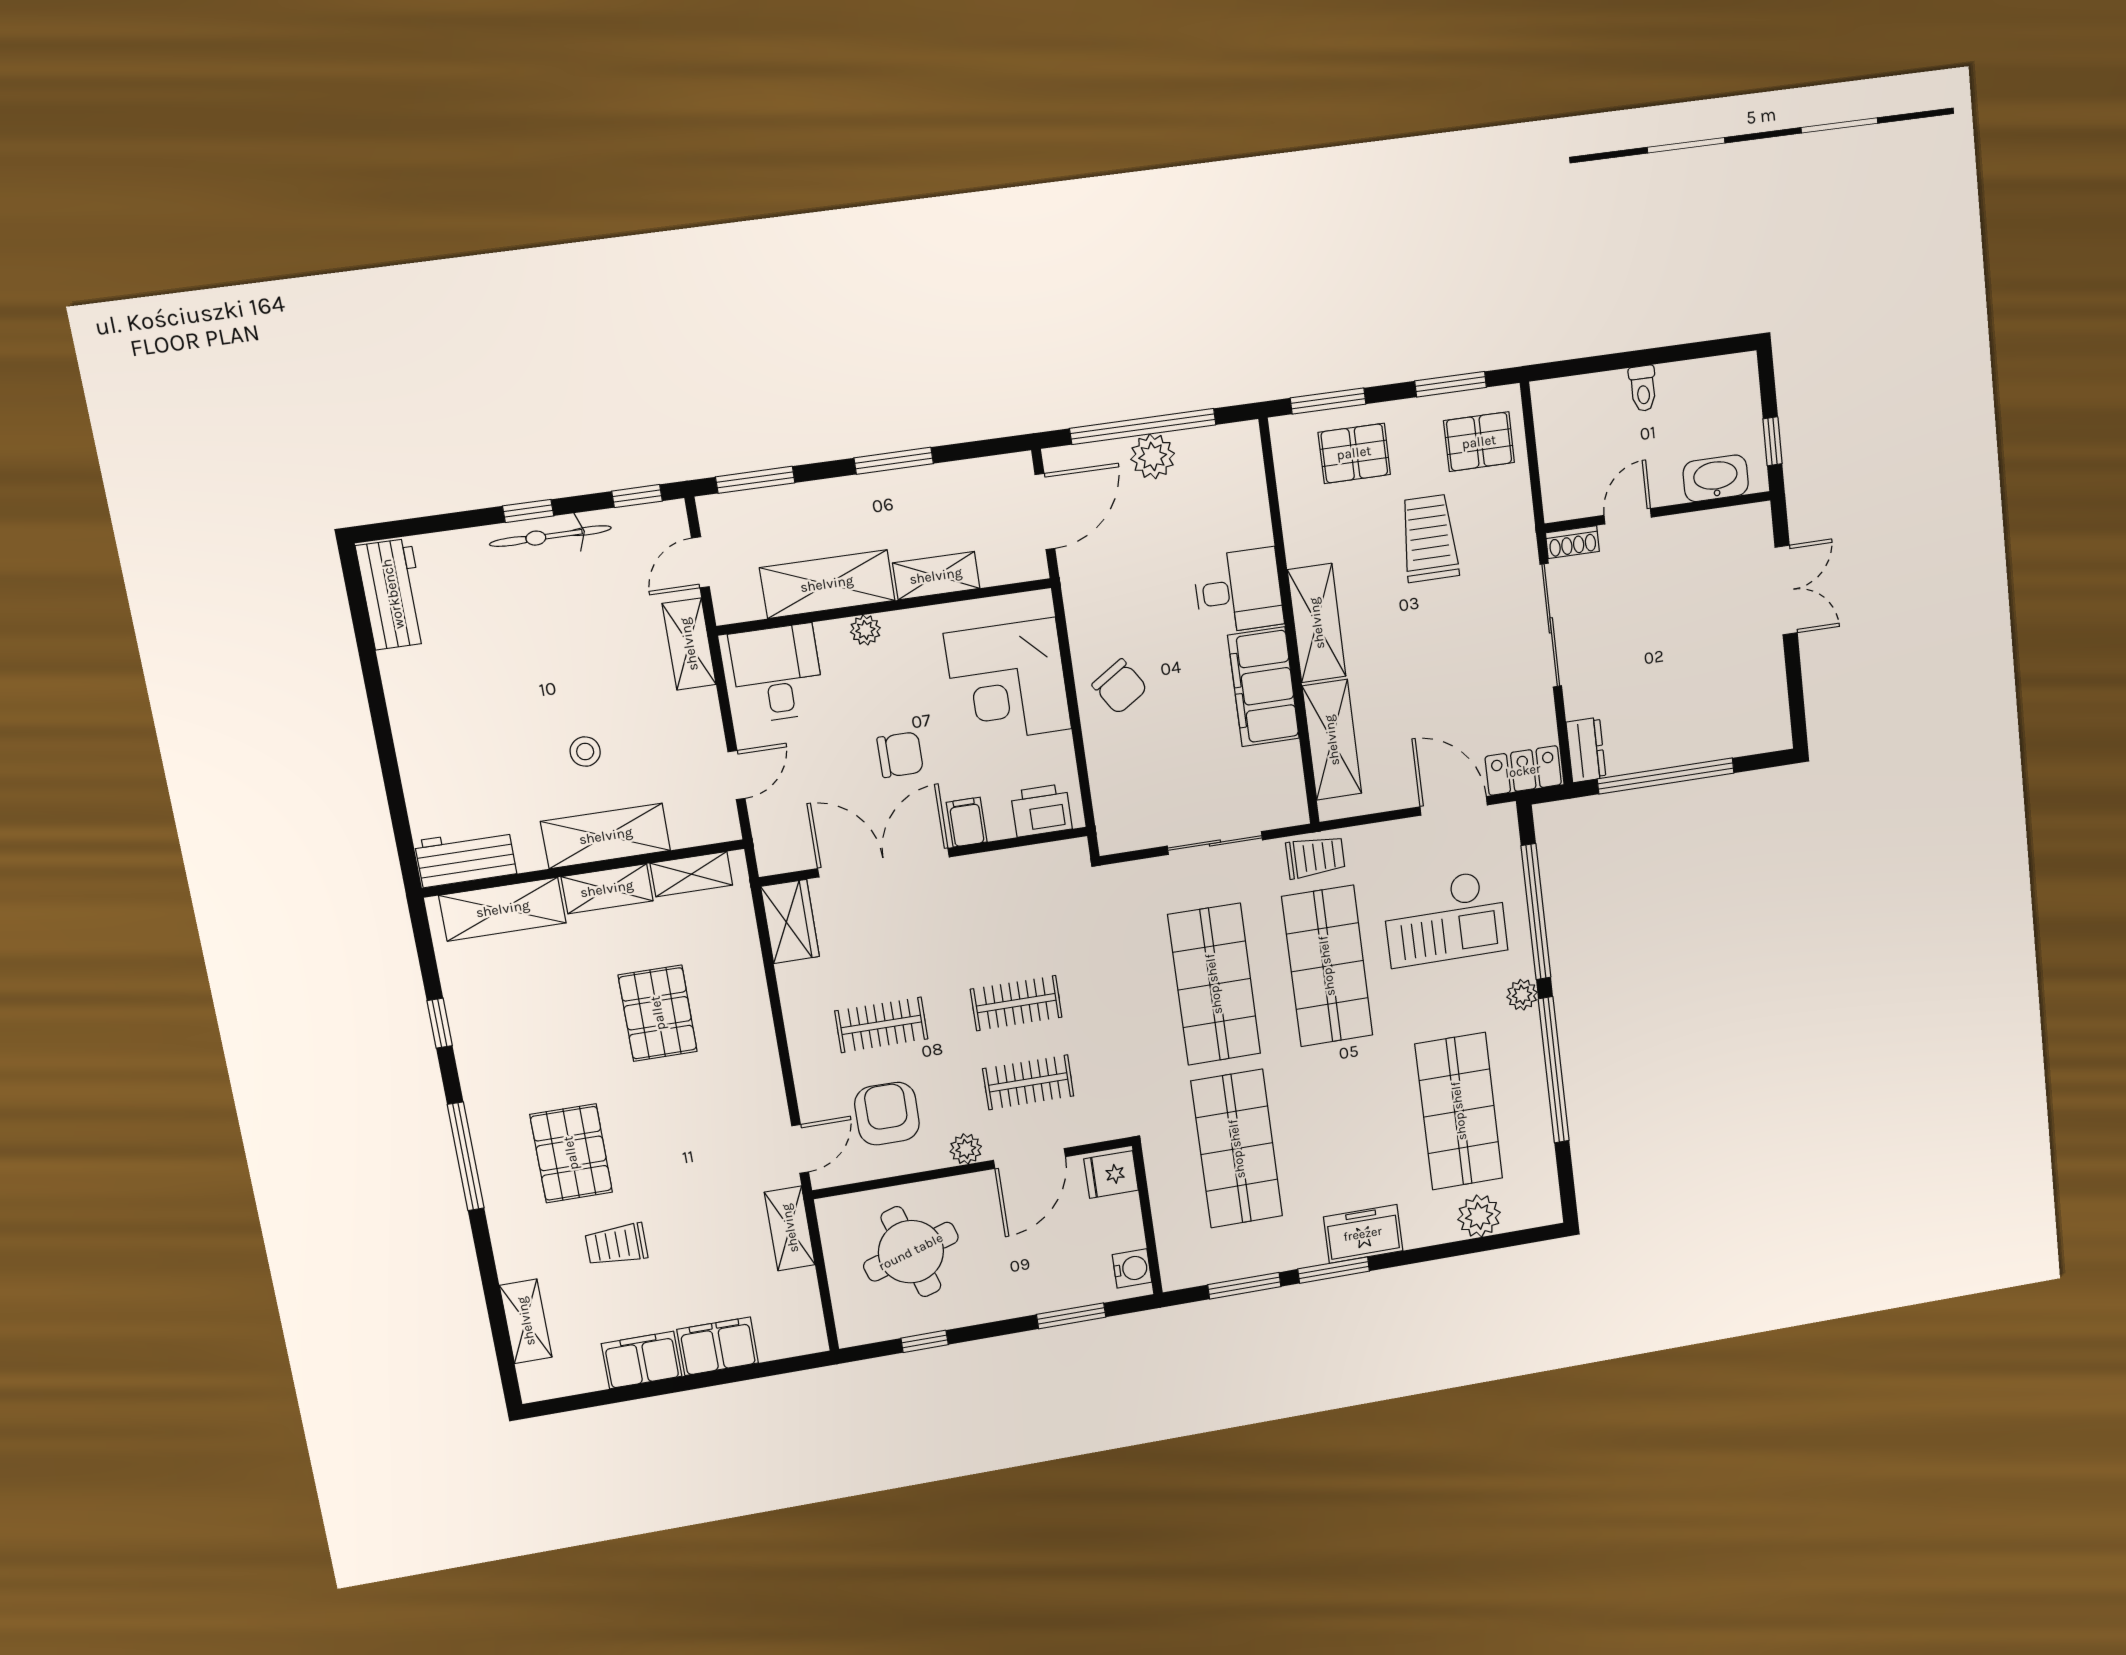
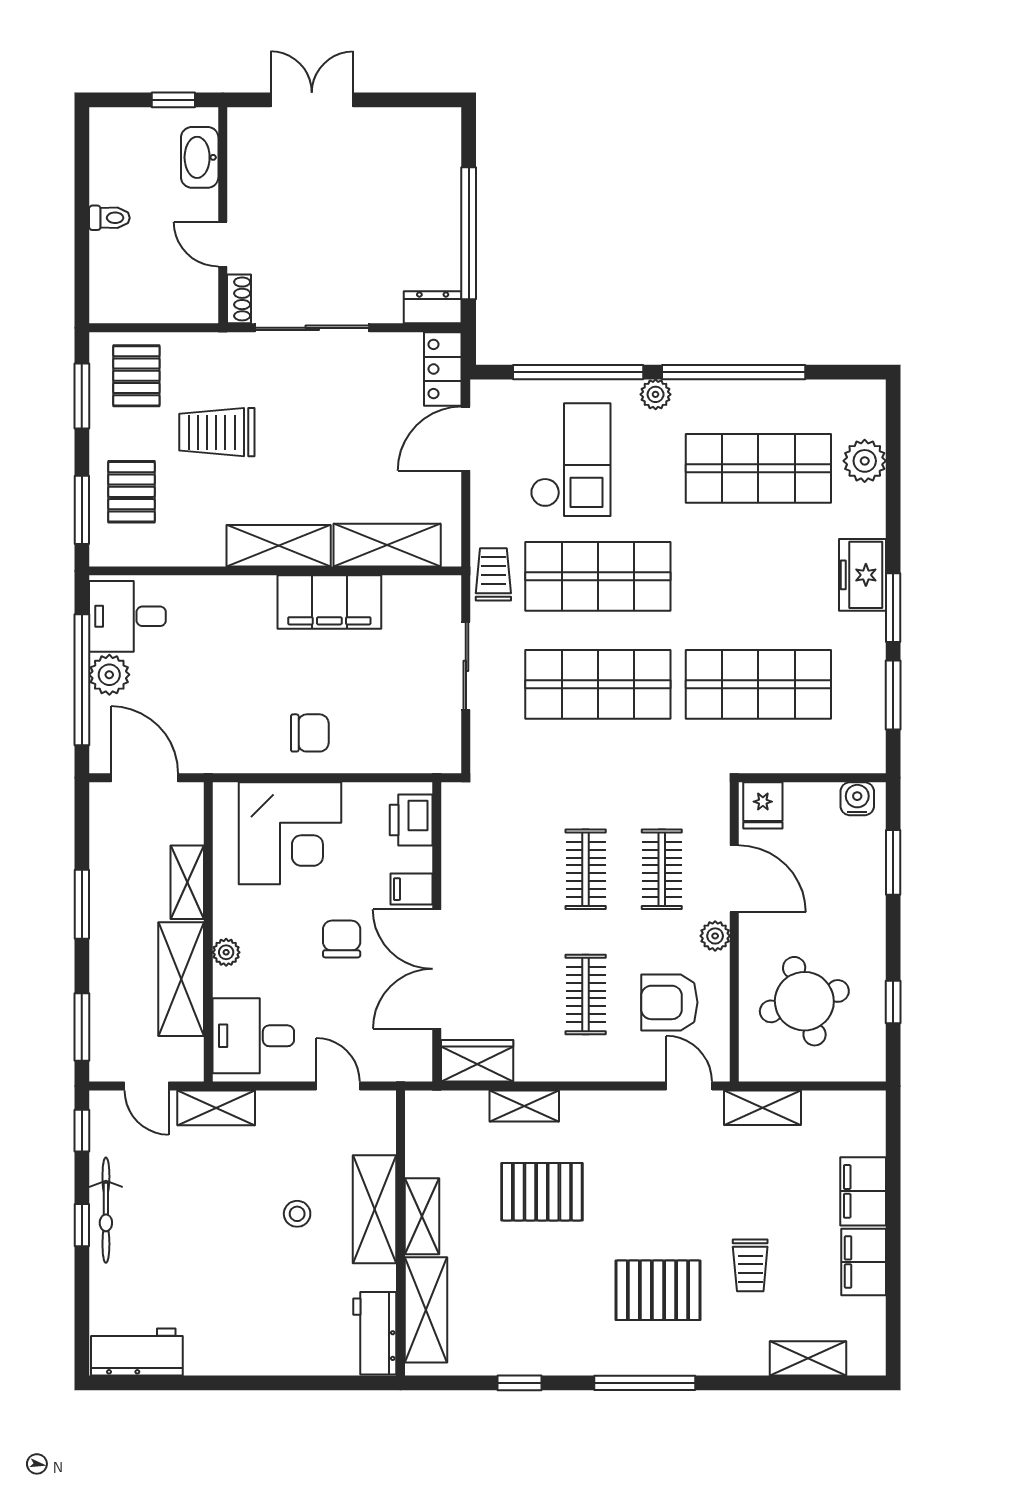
desk: (1238, 591) -> (127, 616), moved, turned -90
chair: (1120, 687) -> (310, 733), turned 33
shelving: (691, 874) -> (524, 1106), moved, turned 90

